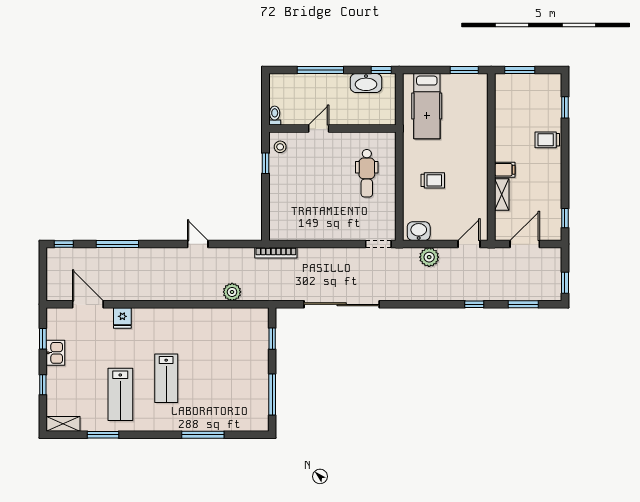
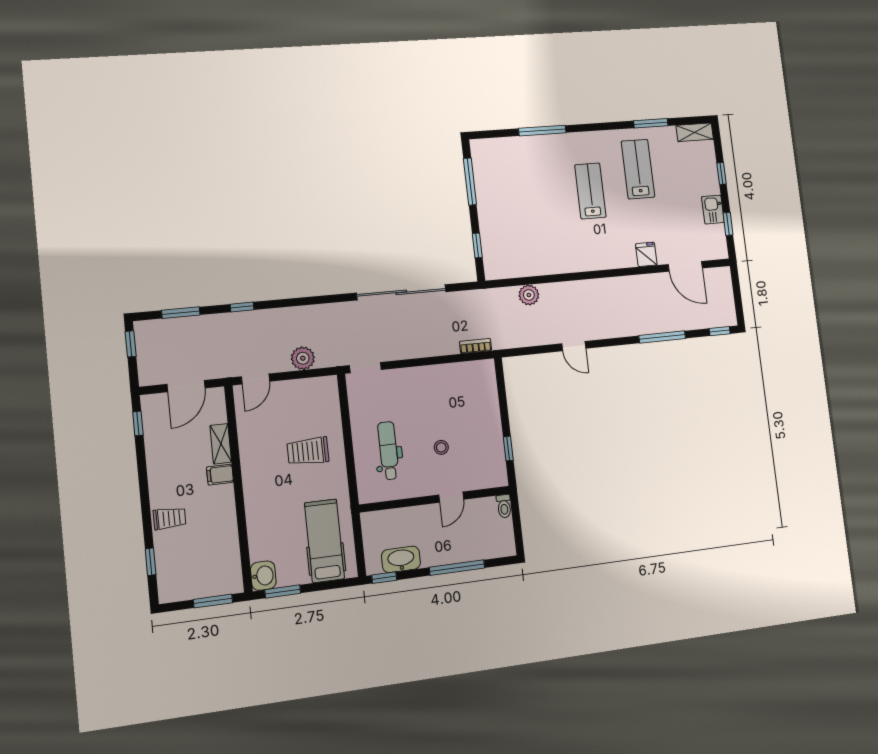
stool: (280, 147) -> (441, 447), moved
trolley: (433, 180) -> (308, 451), width x1.36, depth x1.39
washbasin: (419, 231) -> (263, 576), moved, turned -90
bookcase: (276, 253) -> (476, 346), width x0.64

